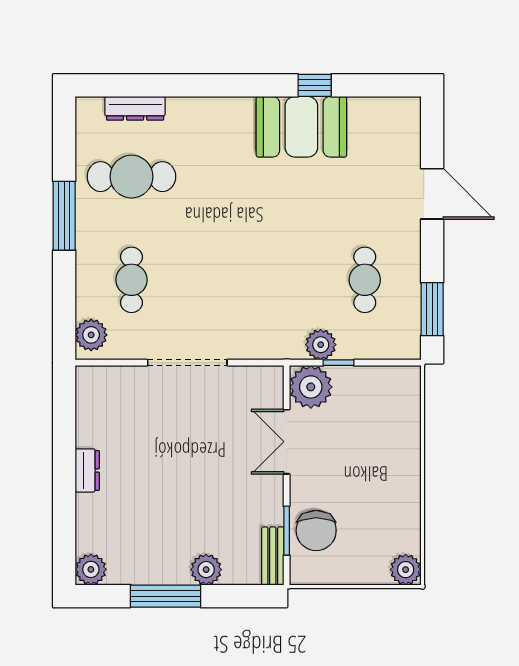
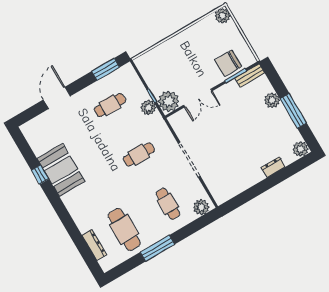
cafe table: (131, 280) -> (168, 204), turned 90
cafe table: (248, 280) -> (139, 154), added
dresser: (87, 470) -> (273, 167), moved
chair: (316, 530) -> (228, 63), turned 180

